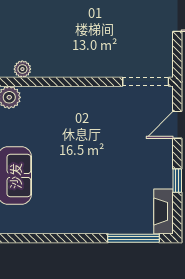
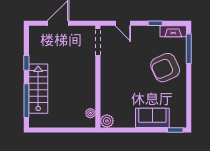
armchair: (101, 198) -> (165, 68), added

